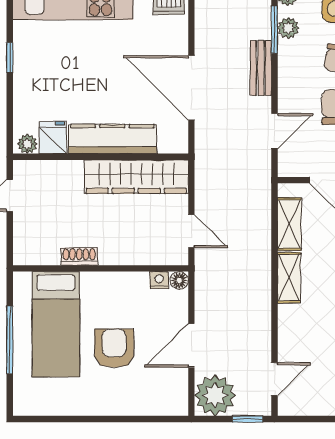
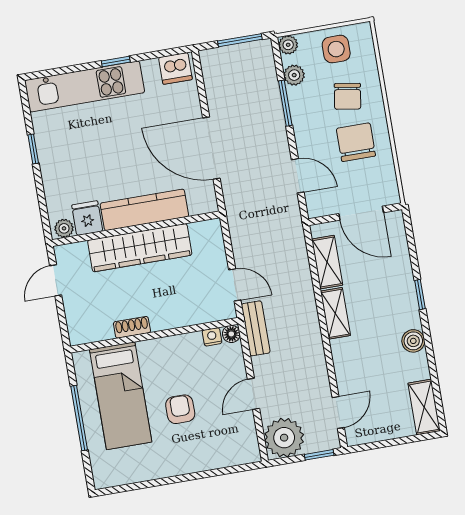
window: (274, 30) -> (285, 103), moved
bench: (261, 68) -> (256, 328), moved
door: (274, 131) -> (298, 176), hinge flipped
wardrobe: (136, 177) -> (140, 248), moved
door: (191, 345) -> (253, 394), width x0.73
armchair: (114, 348) -> (180, 409), width x0.72, depth x0.72

